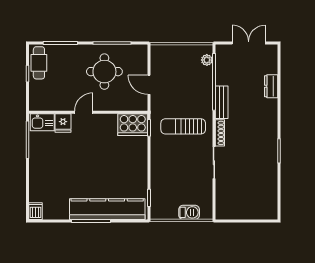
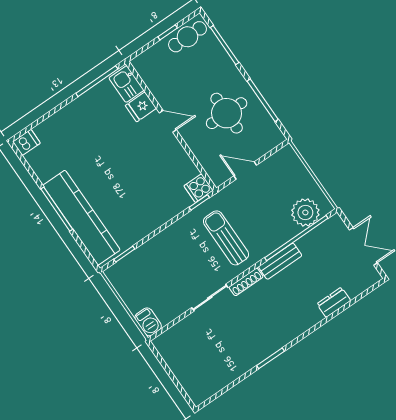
plant: (207, 60) -> (305, 212), width x1.88, depth x1.88
door: (149, 85) -> (245, 171), hinge flipped
cooker: (133, 125) -> (199, 188), width x0.53, depth x0.76
barbecue: (189, 212) -> (148, 322), moved

